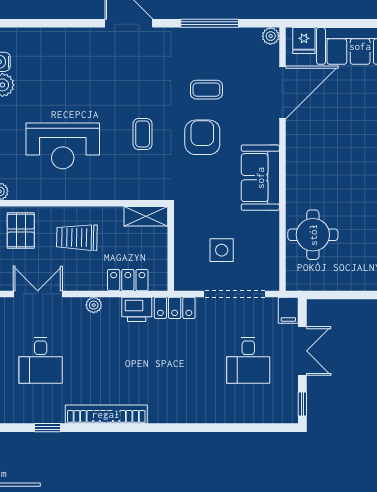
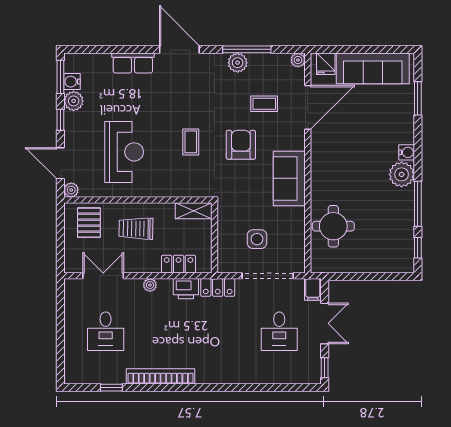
plant: (198, 39) -> (238, 63), added
row of seats: (73, 40) -> (133, 63), added
coffee table: (206, 90) -> (264, 104), moved
reception desk: (63, 146) -> (124, 152), turned -90

